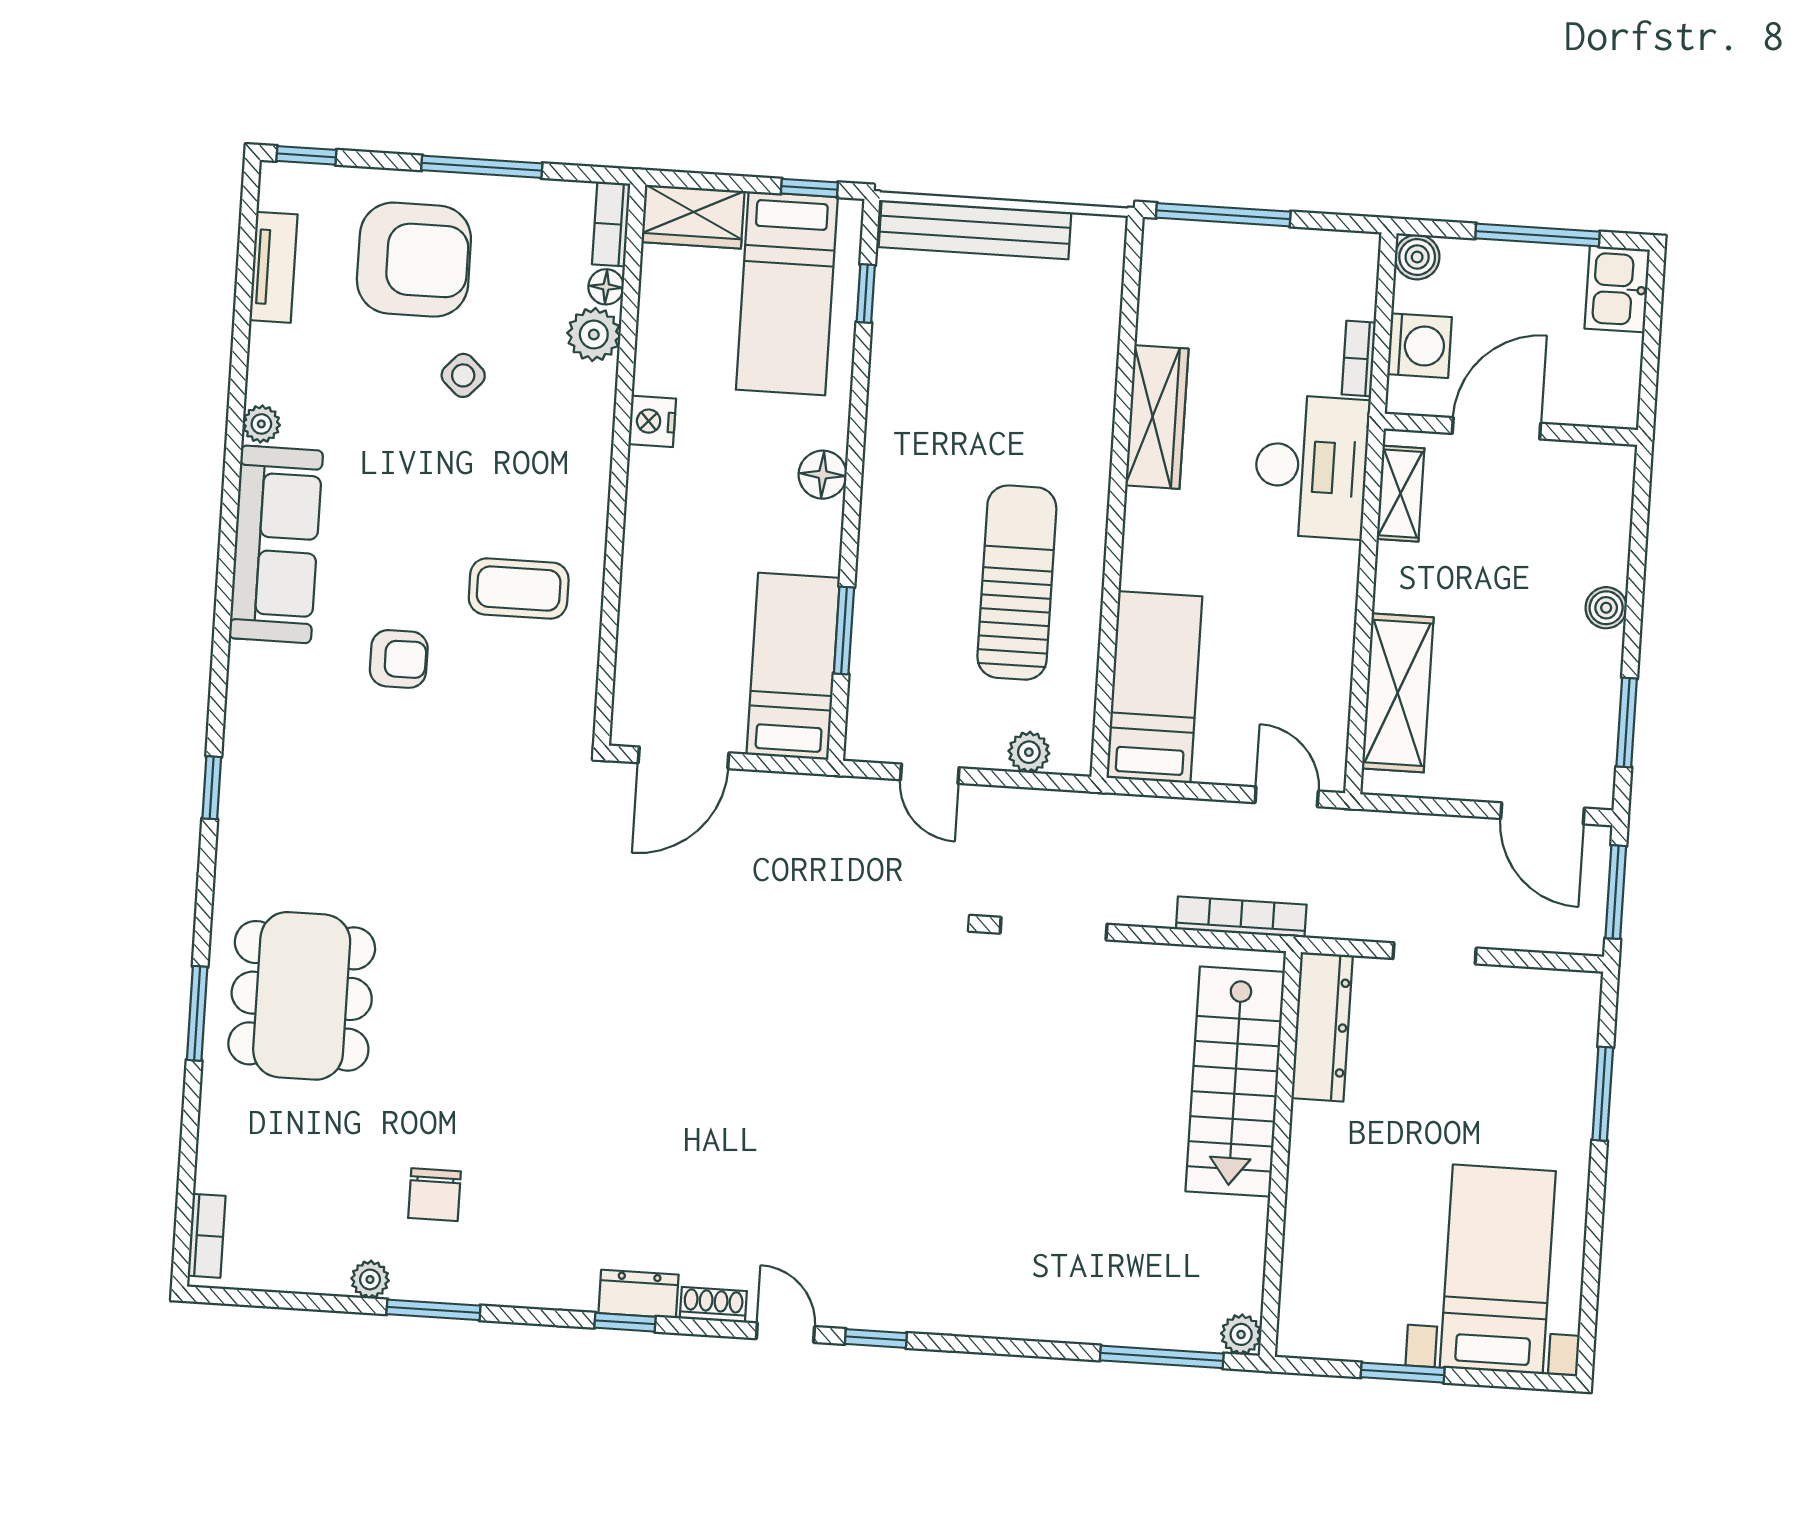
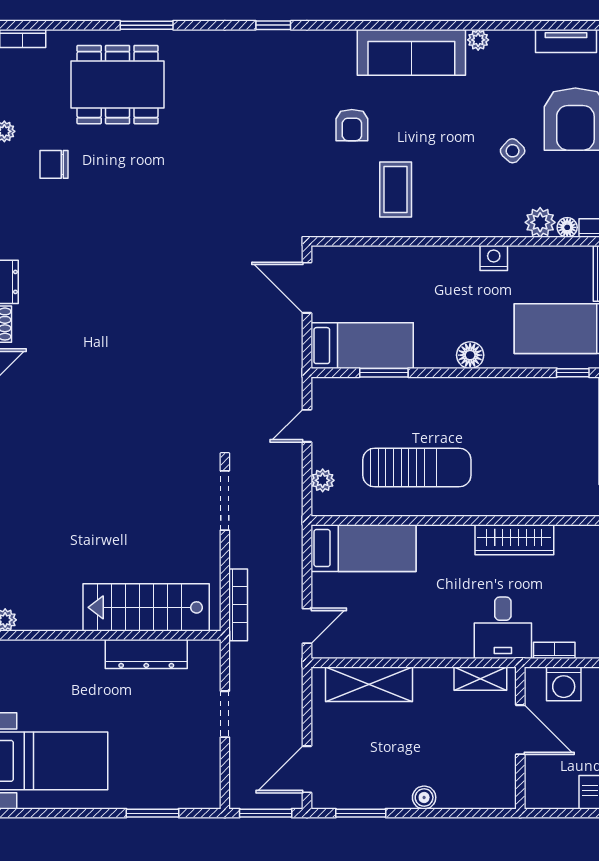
desk: (1311, 467) -> (503, 628), width x0.73
dining table: (302, 996) -> (118, 85), moved
dresser: (1322, 1027) -> (146, 654), moved

